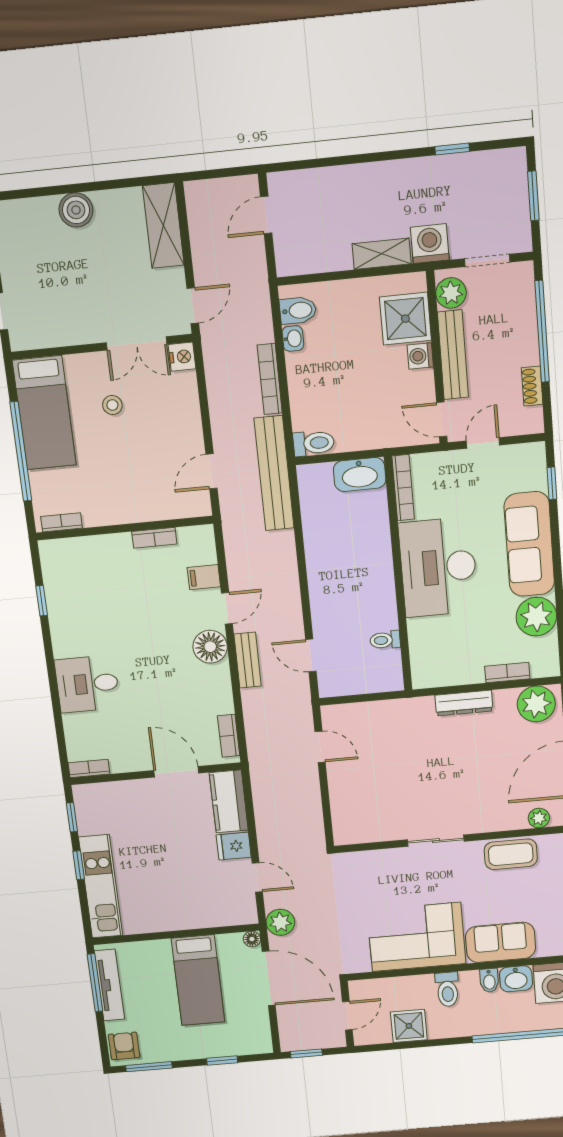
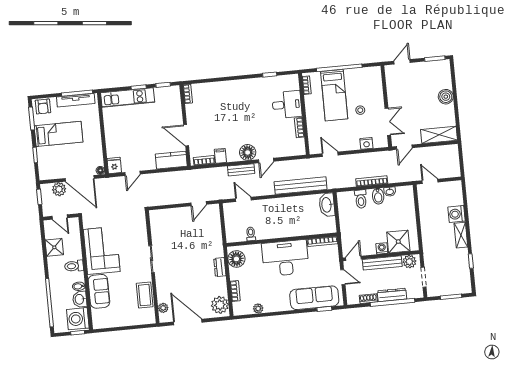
door: (266, 215) -> (430, 181), moved
washing machine: (430, 244) -> (457, 214), moved, turned 180
shelving: (382, 254) -> (461, 235), moved
door: (193, 306) -> (404, 147), hinge flipped
bidet: (298, 310) -> (378, 196), moved
dresser: (525, 333) -> (392, 295), added
double door: (137, 343) -> (388, 122), swing flipped
nightstand: (182, 357) -> (366, 143), moved
bed: (44, 413) -> (334, 95), moved, turned -90
toilet: (314, 443) -> (361, 199), moved
bench: (274, 473) -> (301, 186), moved
washbasin: (360, 475) -> (327, 205), moved
sofa: (529, 544) -> (314, 298), moved
filing cabinet: (204, 577) -> (220, 156), moved
door: (227, 608) -> (266, 160), hinge flipped
plant: (536, 617) -> (258, 308), width x0.53, depth x0.53
door: (311, 655) -> (243, 199), hinge flipped
floor lamp: (439, 670) -> (236, 259), added
desk: (87, 684) -> (287, 105), moved, turned 90
dresser: (464, 703) -> (220, 267), width x0.70
door: (176, 772) -> (186, 135), swing flipped
fridge: (234, 846) -> (114, 165), moved
plant: (280, 922) -> (59, 189), moved
door: (269, 978) -> (80, 178), hinge flipped
bed: (198, 980) -> (58, 134), moved, turned 180
armchair: (124, 1046) -> (43, 106), turned 90

